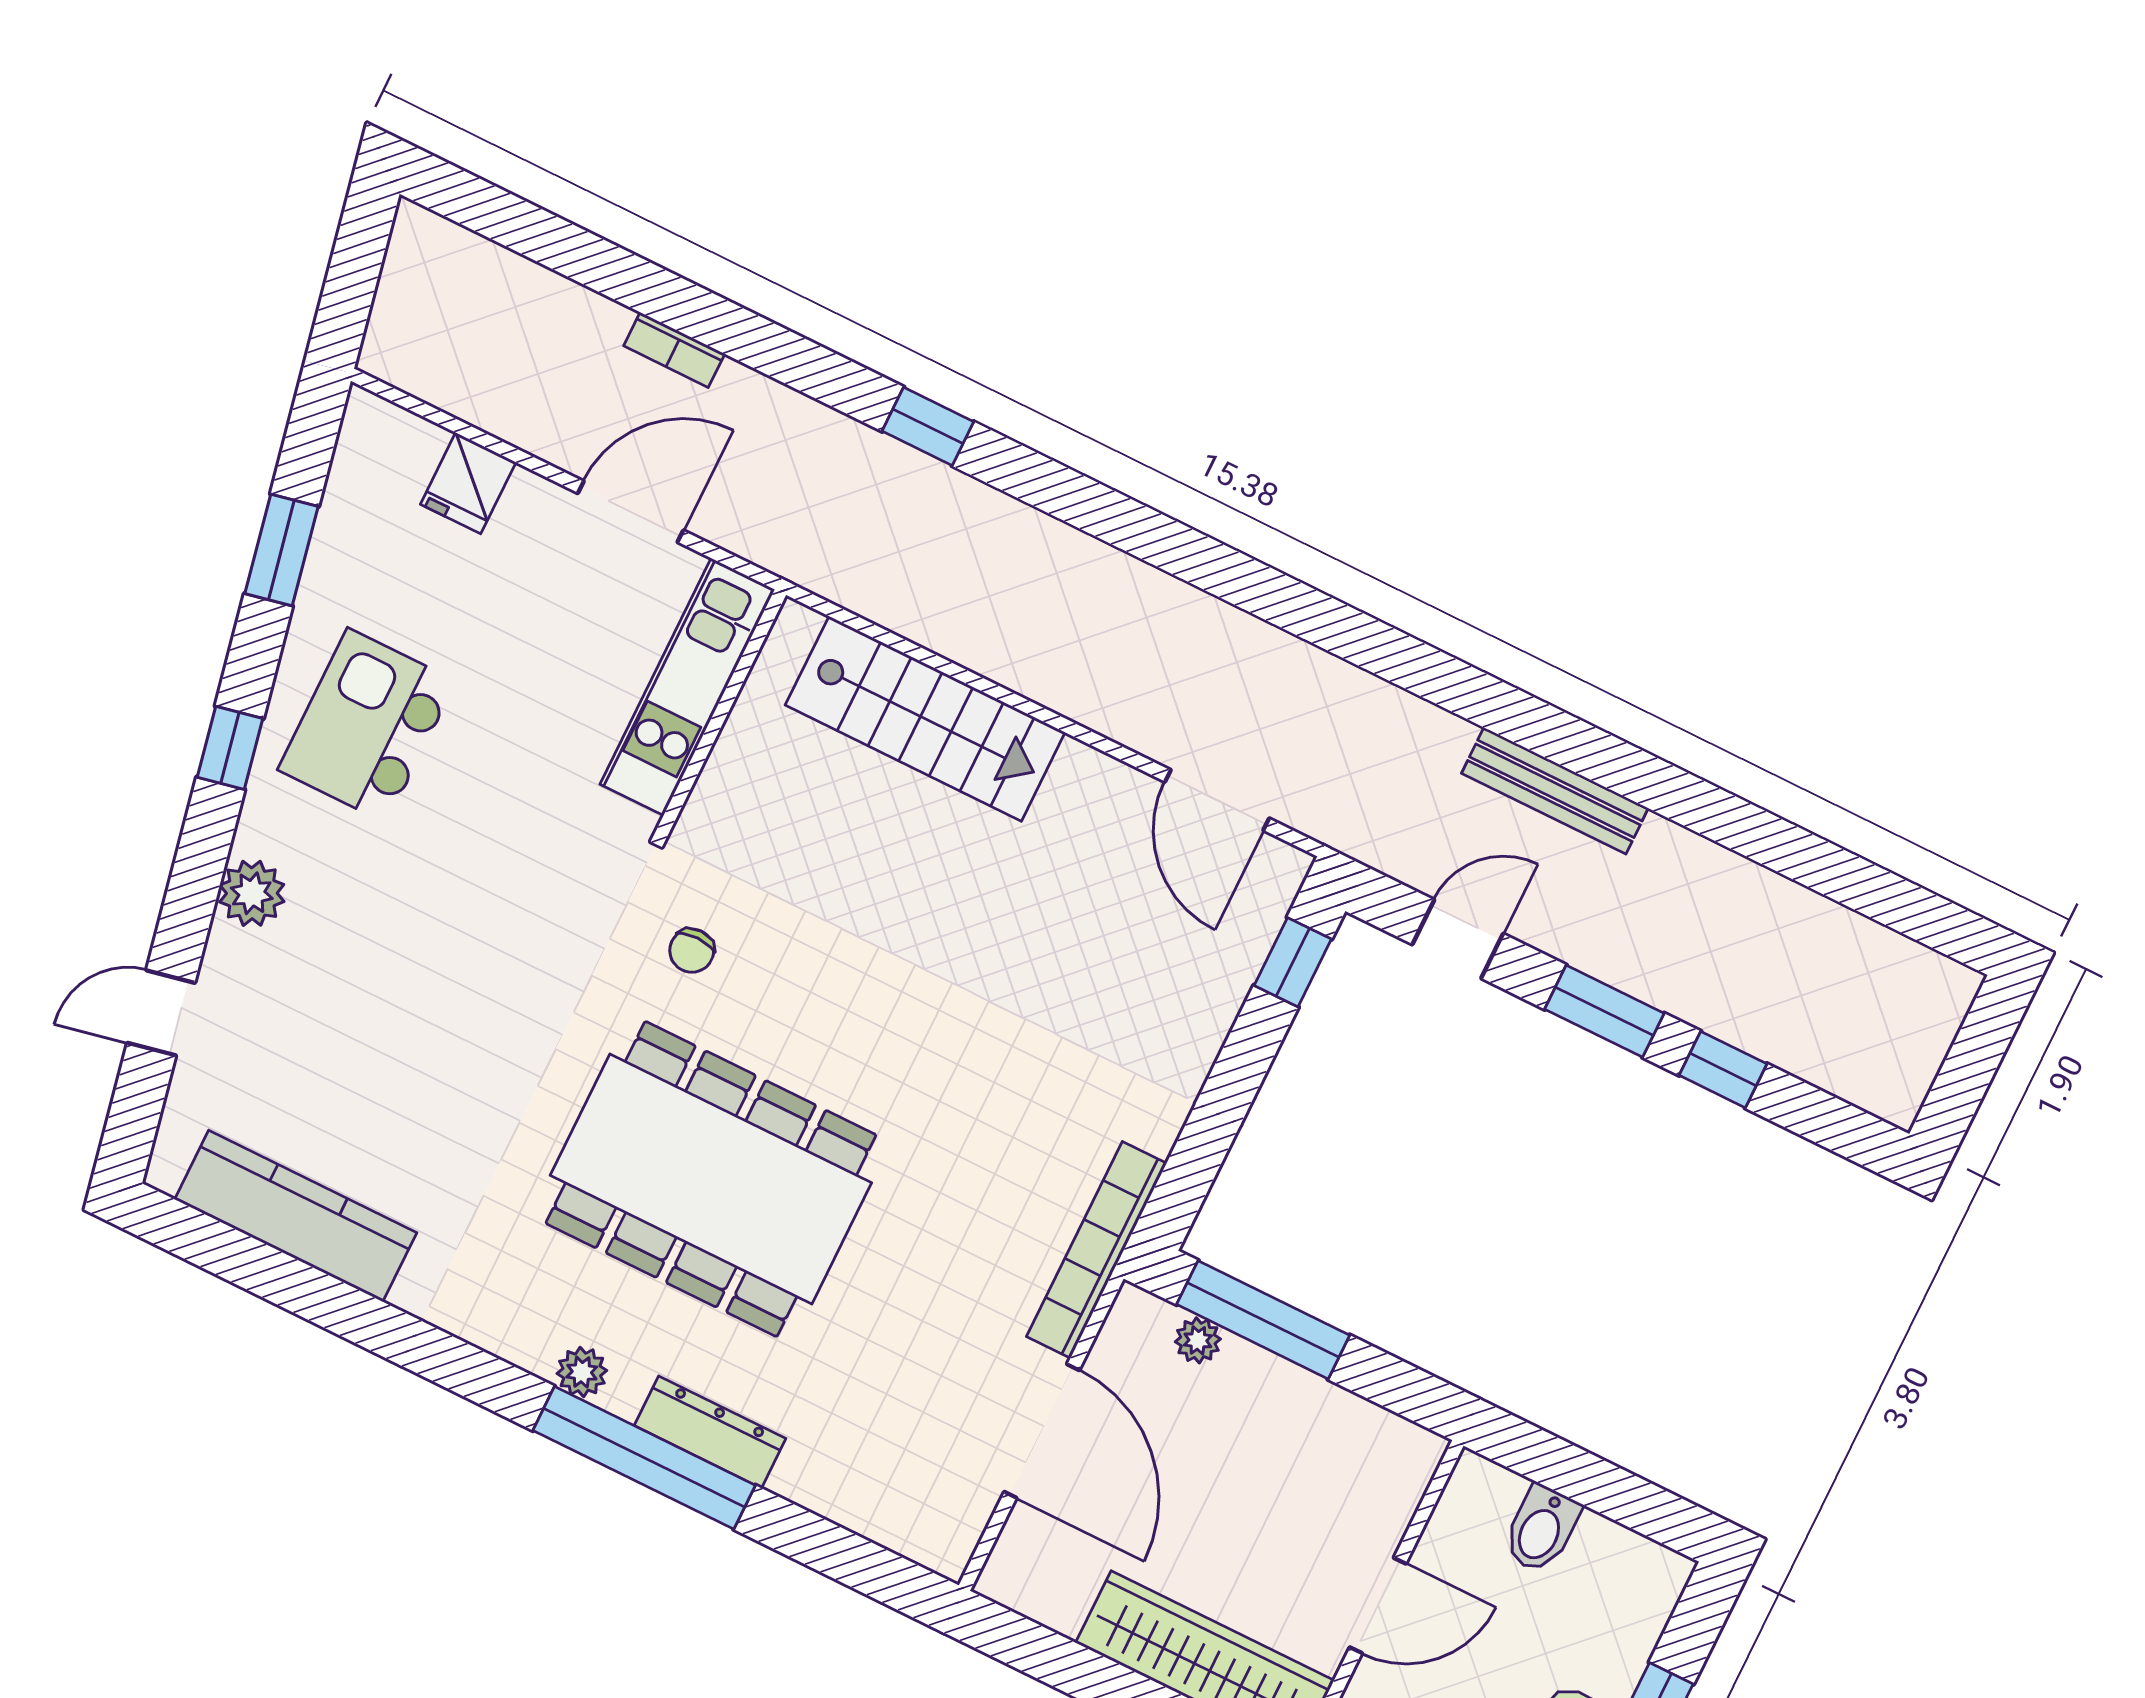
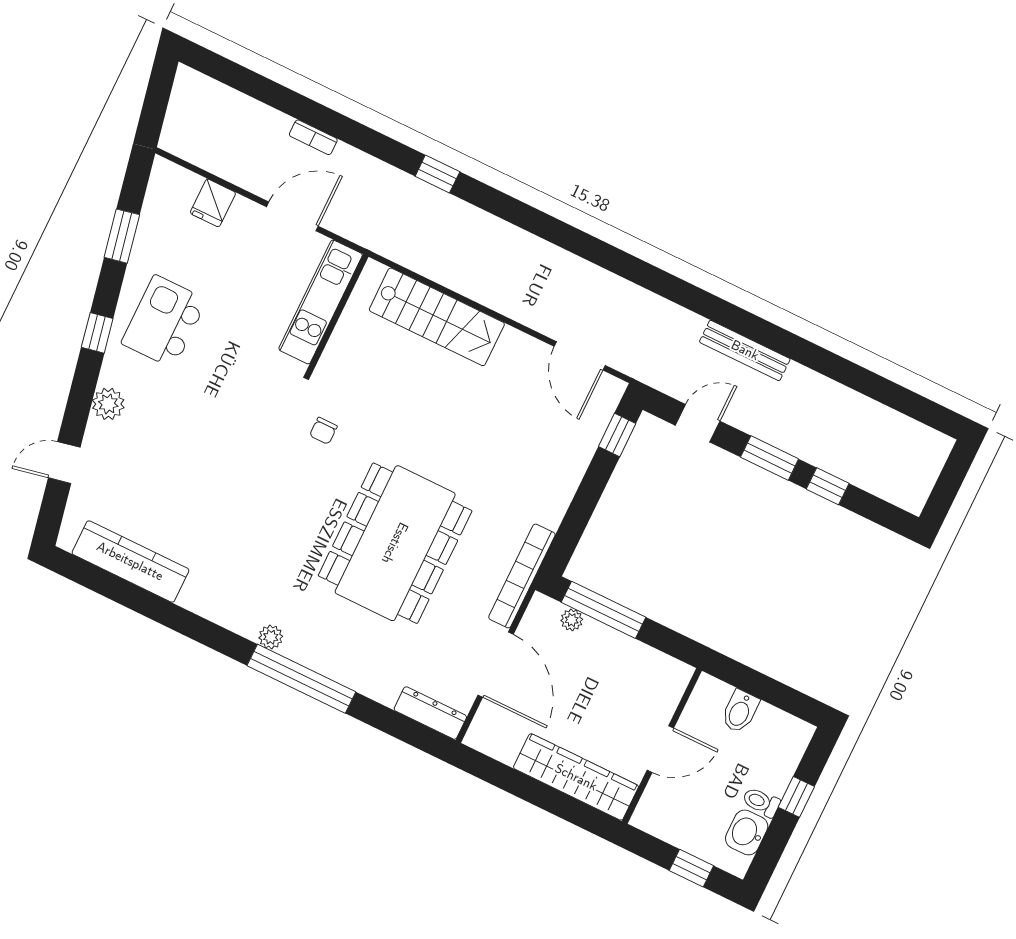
dining table: (711, 1179) -> (395, 543), moved, turned 90
dresser: (710, 1432) -> (430, 713), moved

